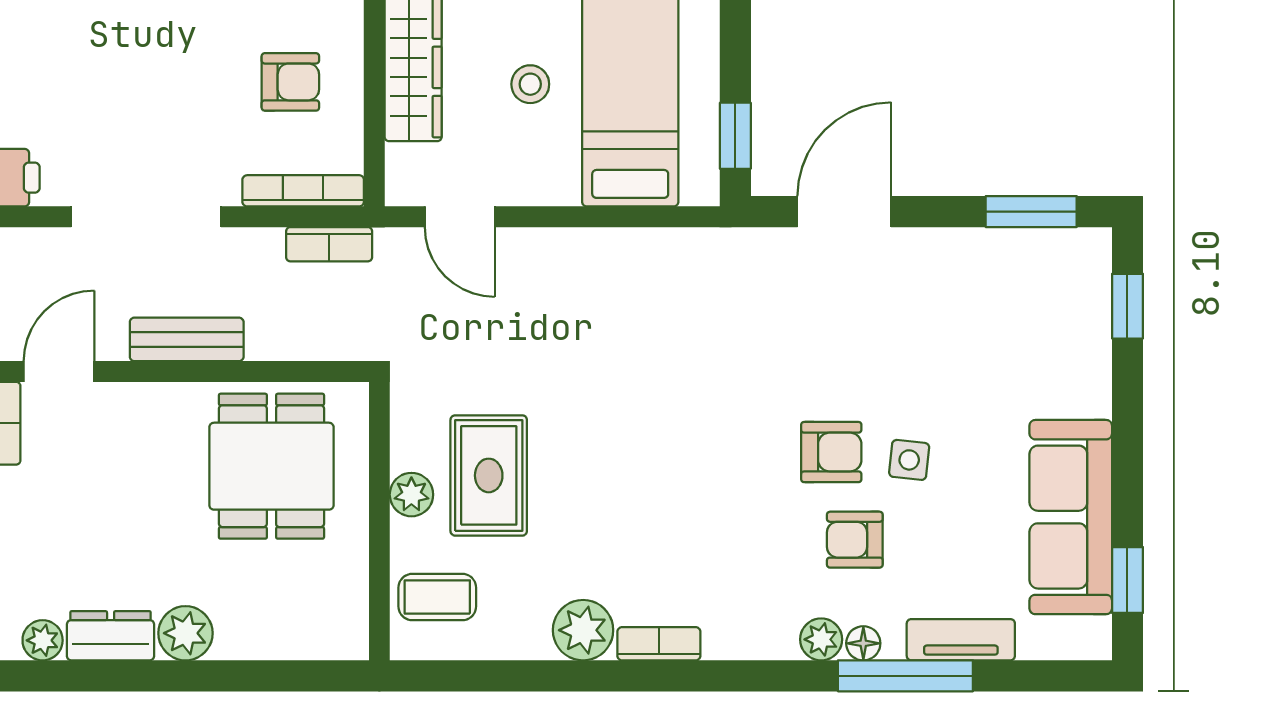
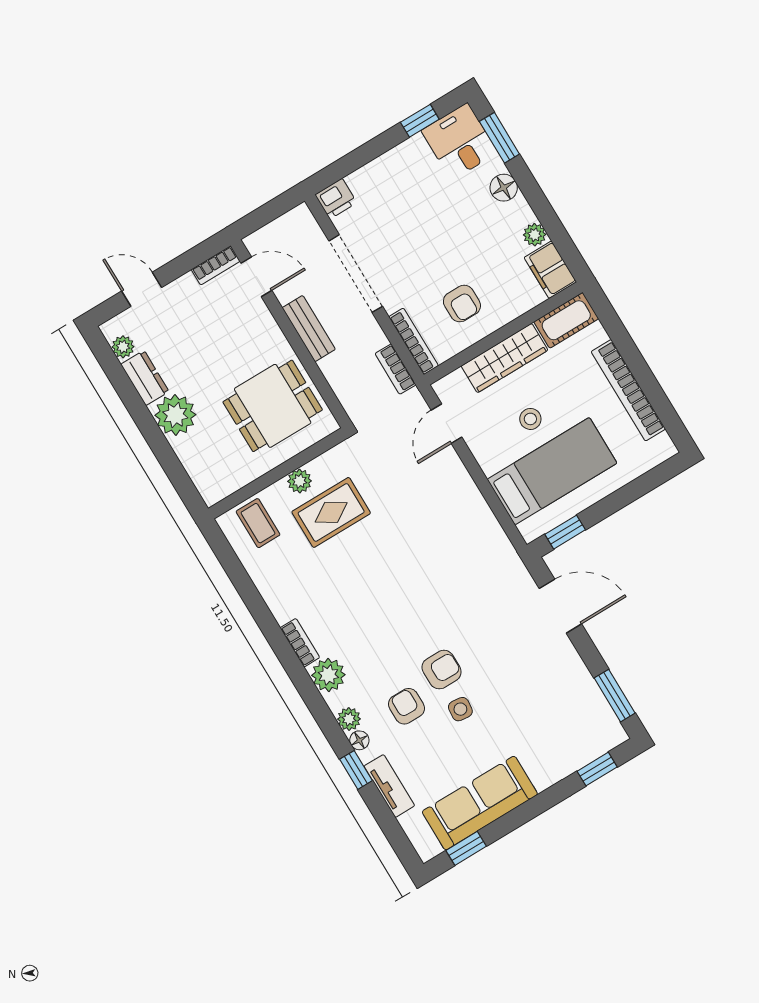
armchair: (831, 452) -> (442, 670), turned -90
plant: (583, 630) -> (328, 675), moved
plant: (185, 633) -> (175, 415), width x1.36, depth x1.36
window: (905, 676) -> (356, 770), width x0.46

